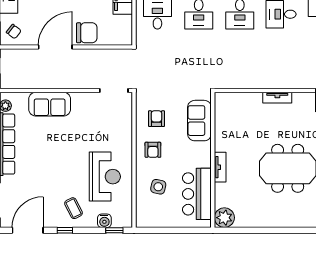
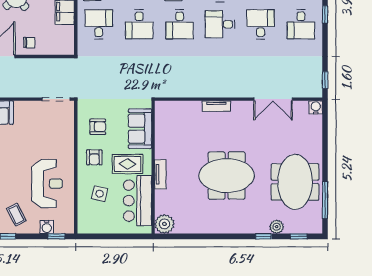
chair: (87, 33) -> (29, 43), width x0.54, depth x0.54
armchair: (156, 119) -> (98, 127), turned 90
rug: (187, 157) -> (128, 164), added

